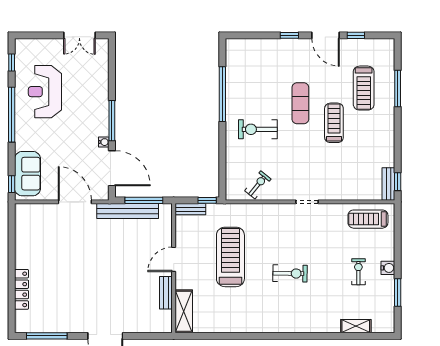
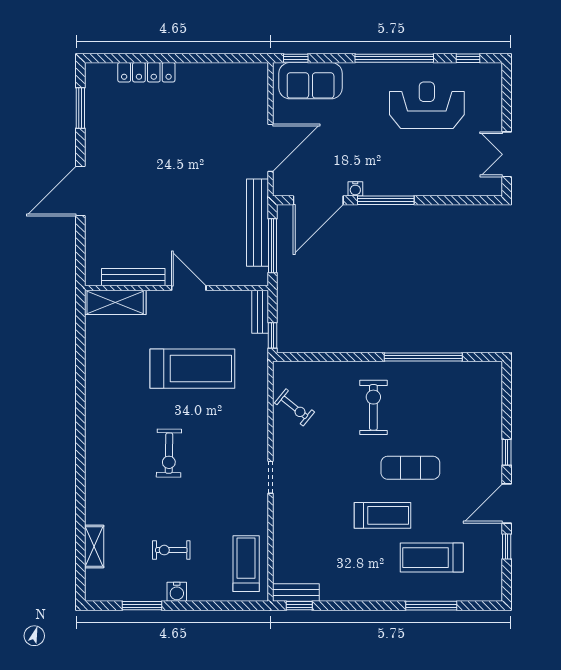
exercise bike: (358, 272) -> (171, 550), turned 180
bench: (166, 293) -> (133, 277), width x1.36
window: (47, 336) -> (80, 108), width x0.69

